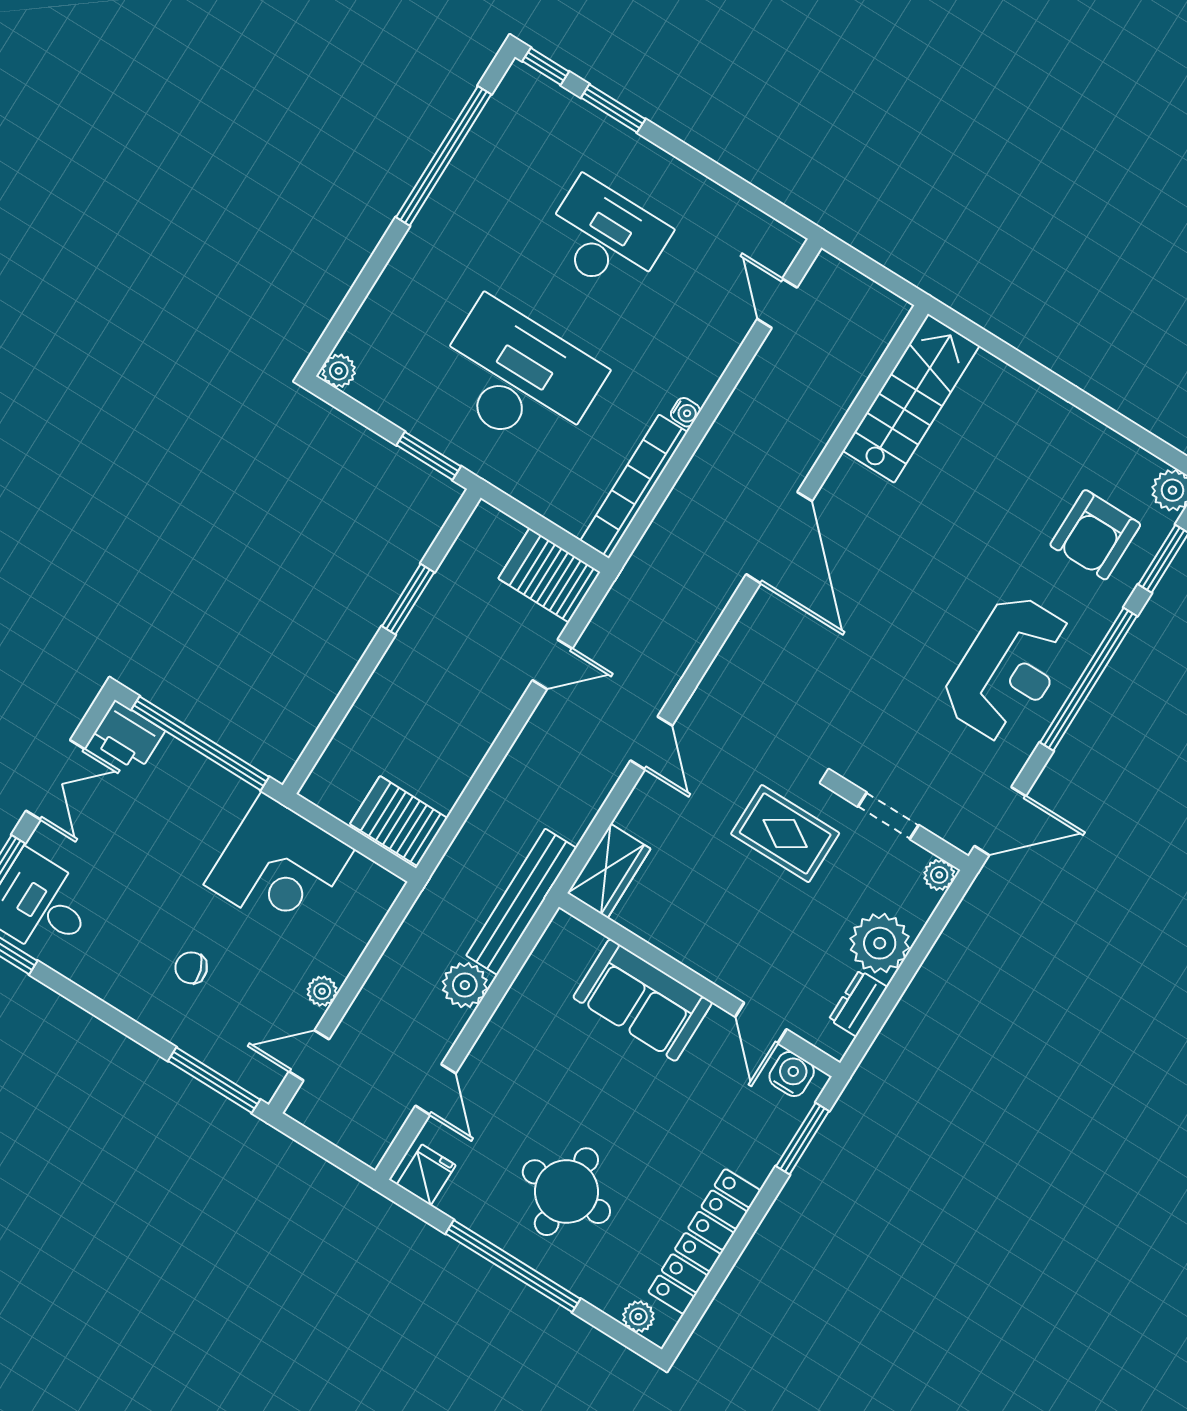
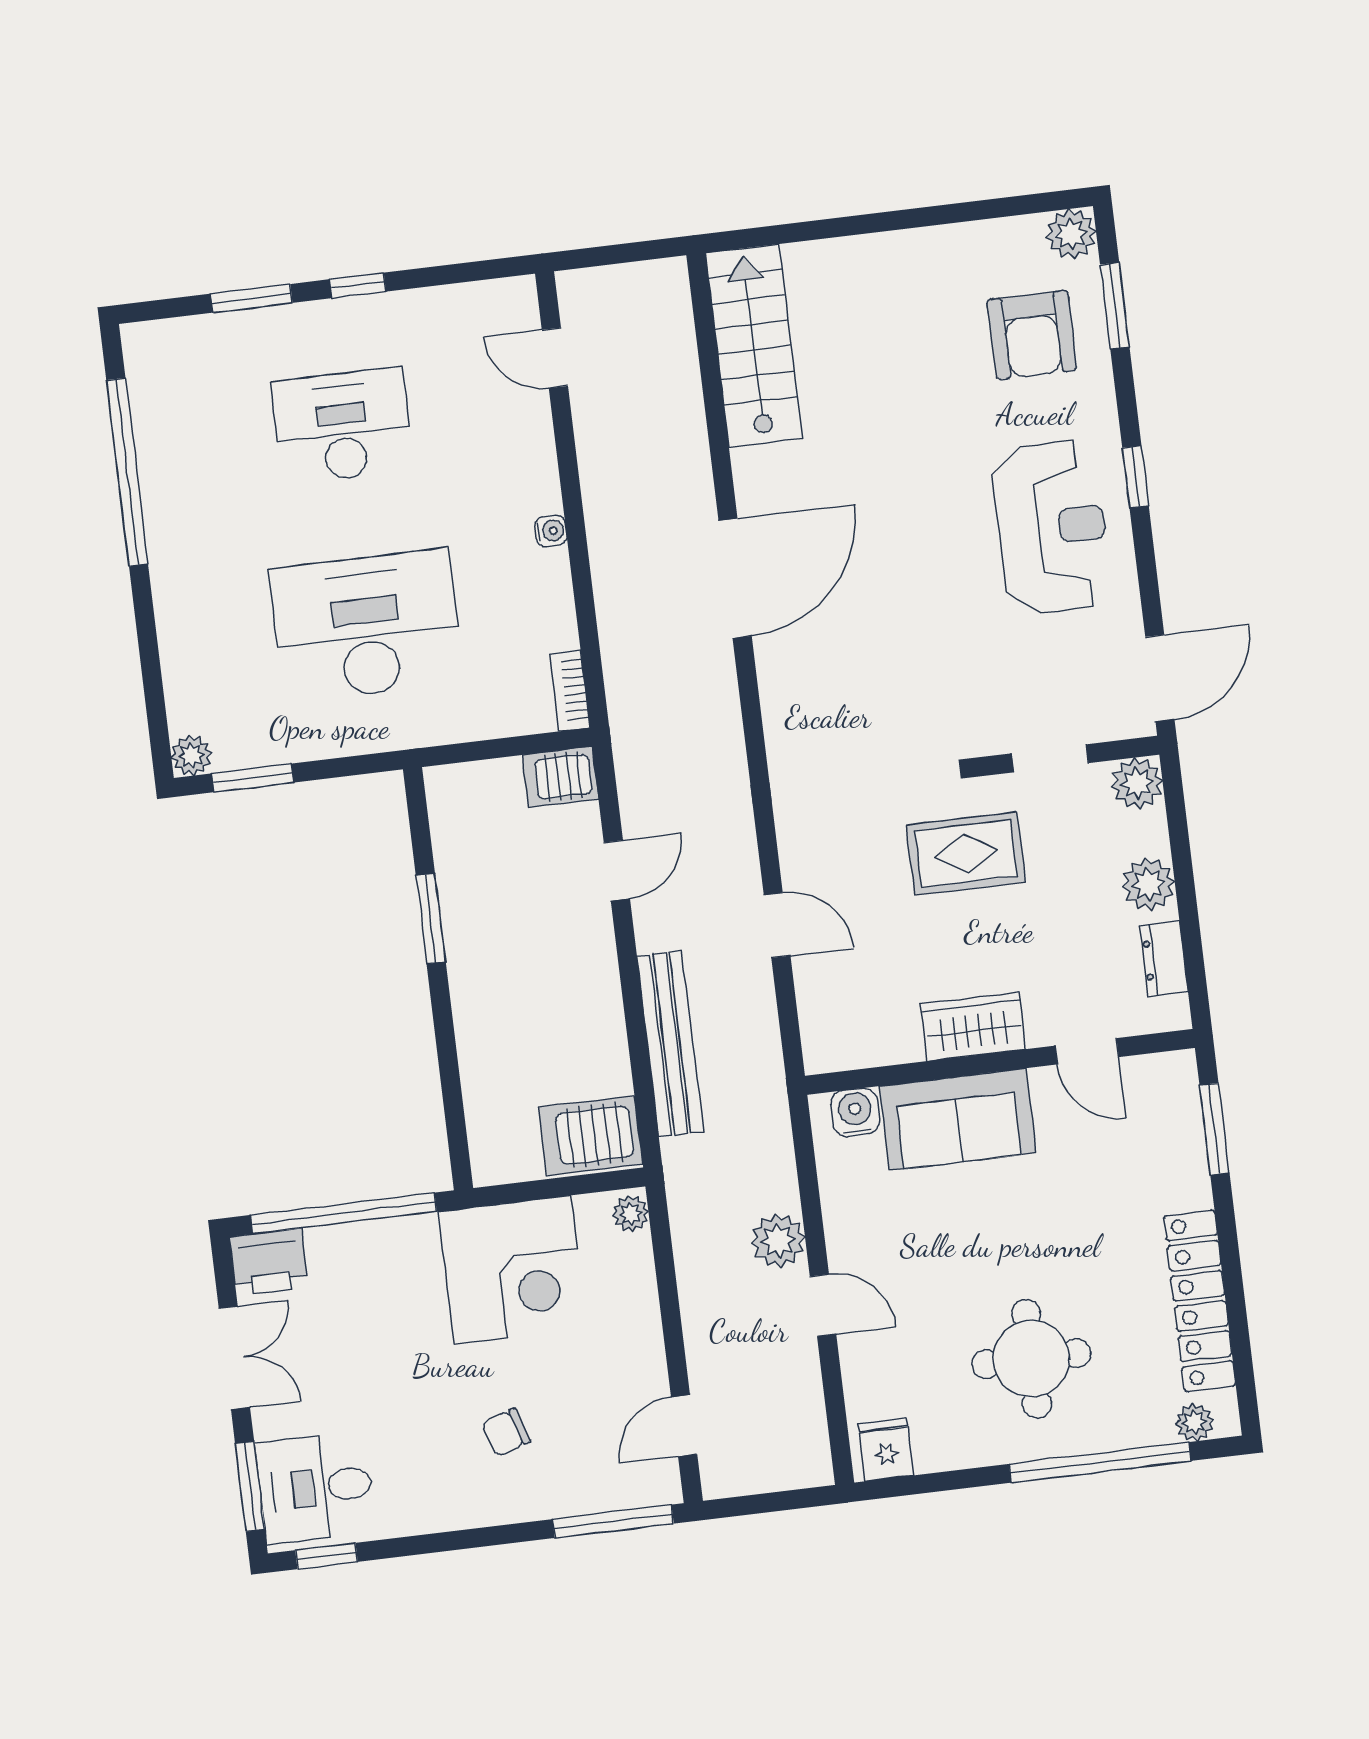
window: (546, 66) -> (358, 285), moved
window: (429, 456) -> (253, 778), moved
bookcase: (634, 486) -> (570, 691), width x0.43, depth x0.76
door: (779, 538) -> (735, 578), hinge flipped
server rack: (549, 575) -> (560, 777), width x0.73, depth x0.70
window: (1088, 679) -> (1135, 477), width x0.32
door: (651, 743) -> (777, 925), moved
wardrobe: (609, 871) -> (973, 1026), moved, turned -90
plant: (939, 875) -> (1137, 783), width x1.38, depth x1.38
bench: (521, 902) -> (670, 1044), moved
plant: (880, 943) -> (1148, 884), width x0.73, depth x0.73
plant: (322, 991) -> (631, 1214), moved
water cooler: (792, 1074) -> (855, 1112), moved
door: (436, 1090) -> (823, 1305), moved
window: (513, 1266) -> (1100, 1462), moved

